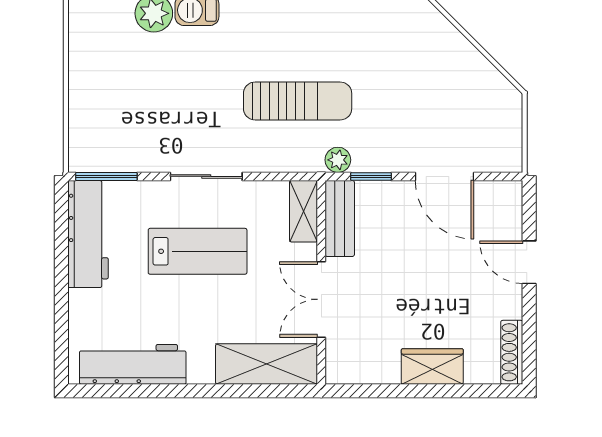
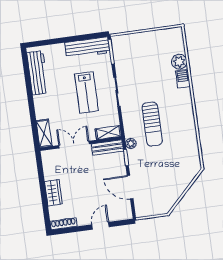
door: (445, 176) -> (130, 187), hinge flipped
shelving: (267, 364) -> (44, 133), width x0.67, depth x0.75

